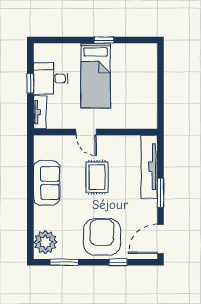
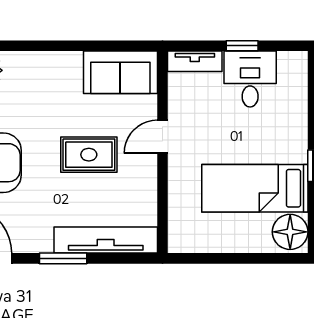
floor lamp: (144, 54) -> (290, 232), added
bed: (96, 76) -> (255, 188), moved
sofa: (47, 183) -> (120, 72), moved

